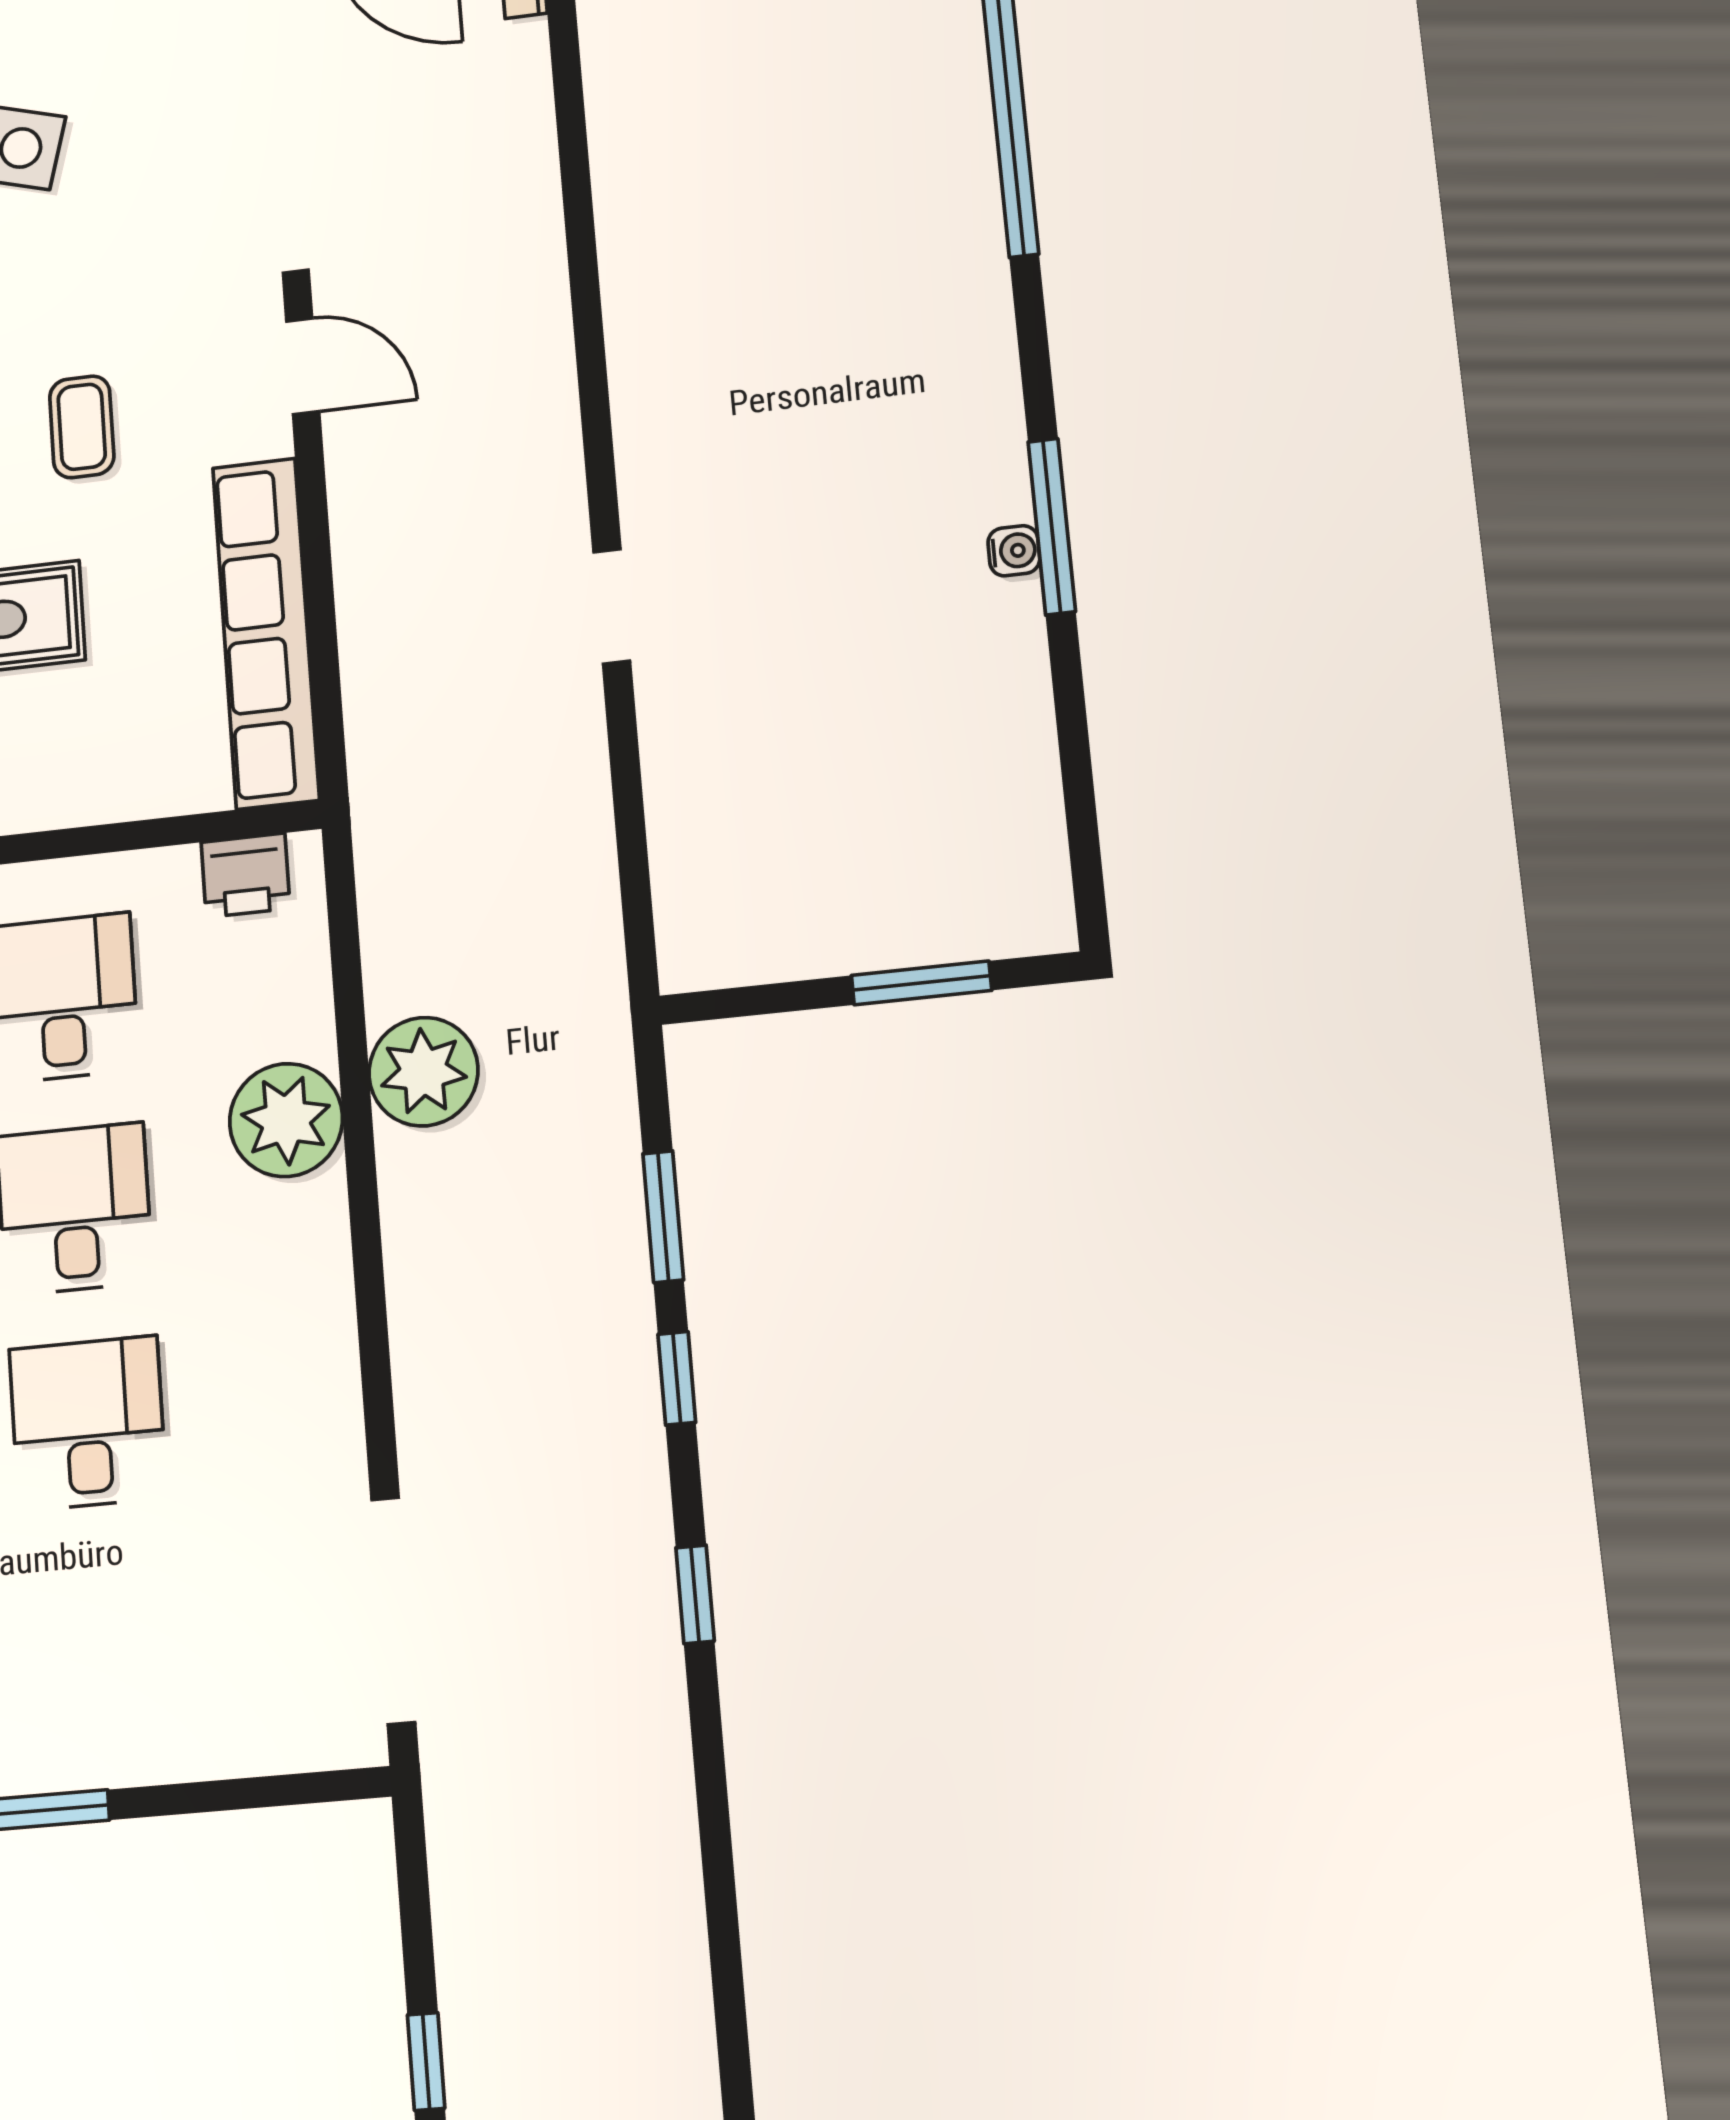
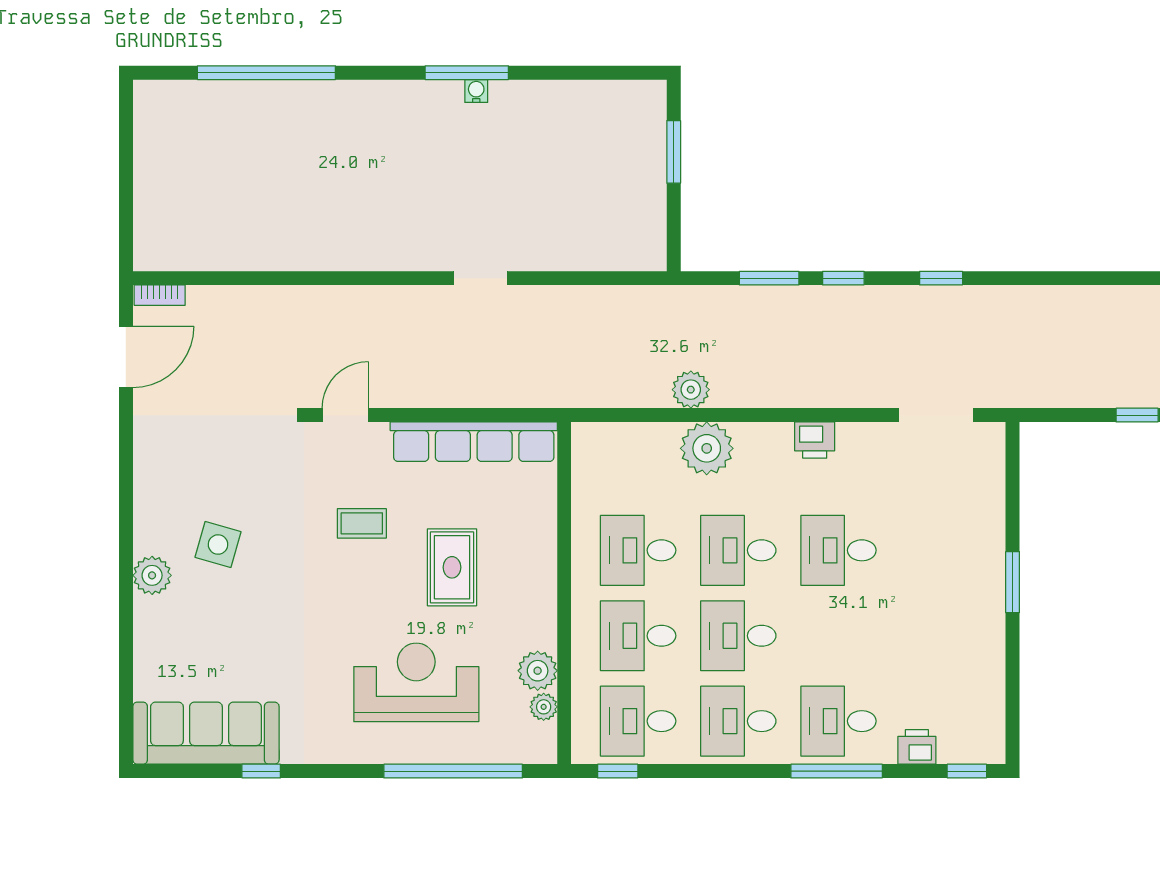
printer: (245, 875) -> (815, 440), moved, turned 90
plant: (423, 1072) -> (691, 390), width x0.73, depth x0.73
doorway: (393, 1611) -> (936, 415), width x0.73

